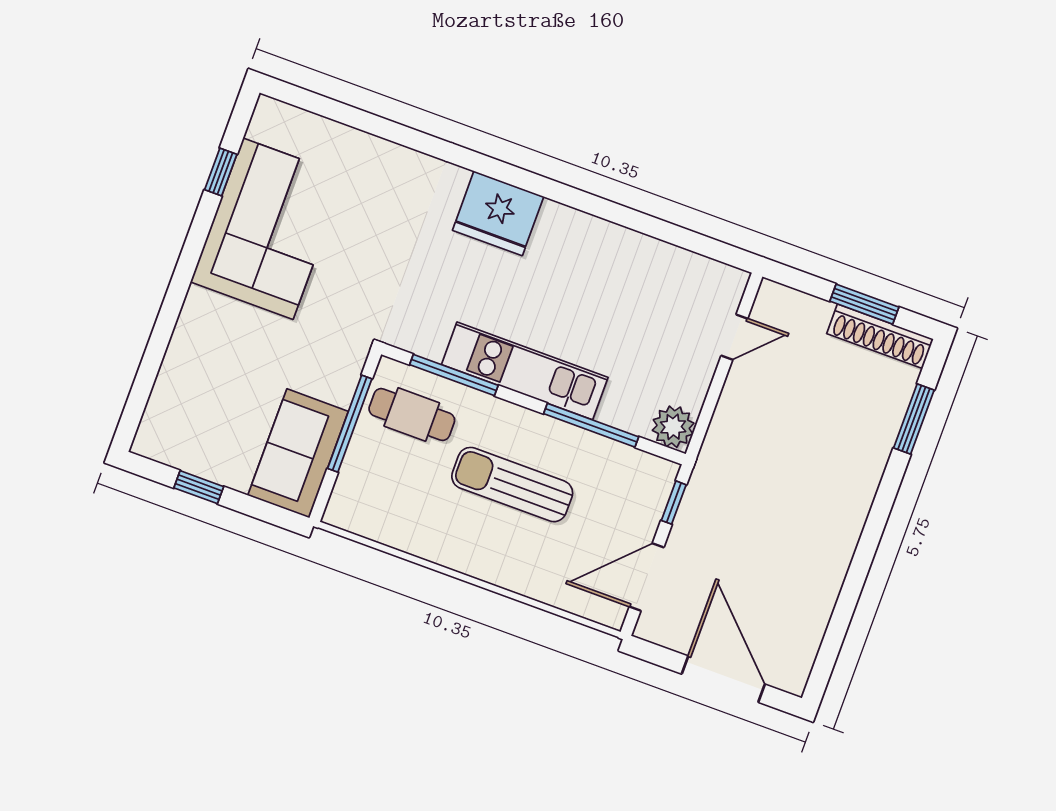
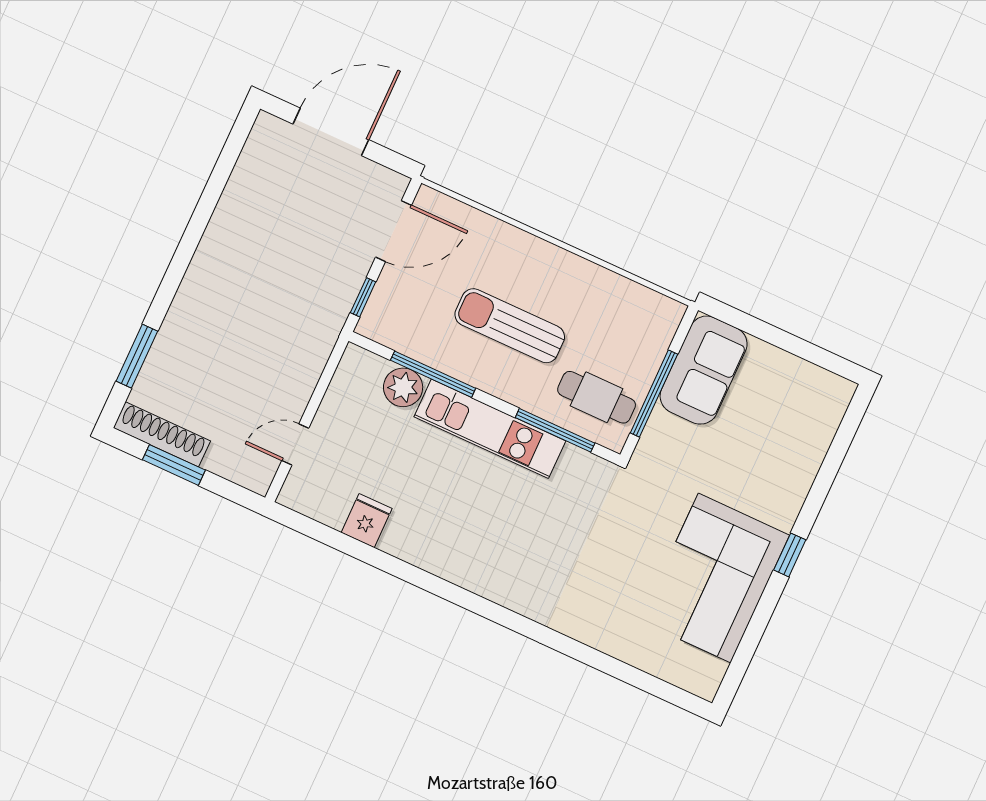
window: (221, 172) -> (790, 555), moved
fridge: (498, 213) -> (367, 521), moved, width x0.53, depth x0.75
plant: (673, 427) -> (403, 387), moved
sun lounger: (512, 485) -> (510, 326), turned 180
window: (199, 487) -> (797, 346), removed
door: (723, 679) -> (331, 132), swing flipped

